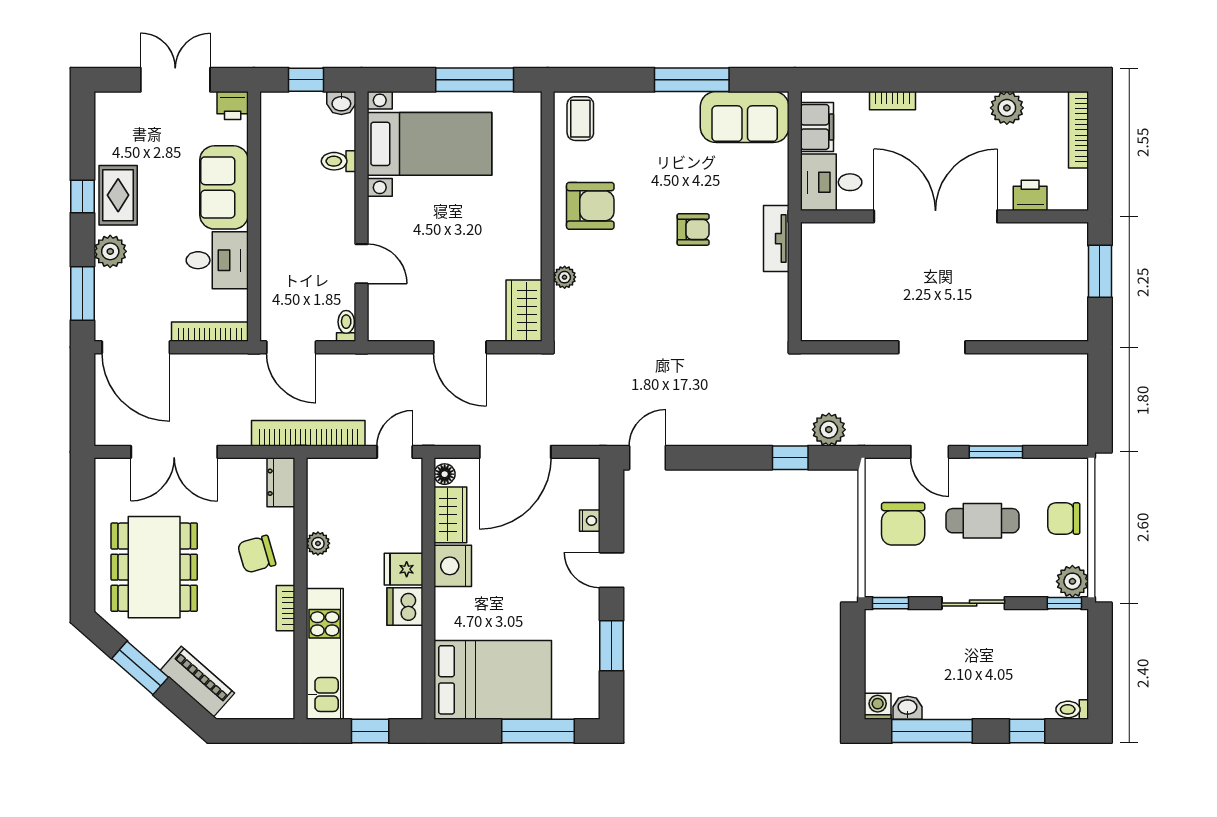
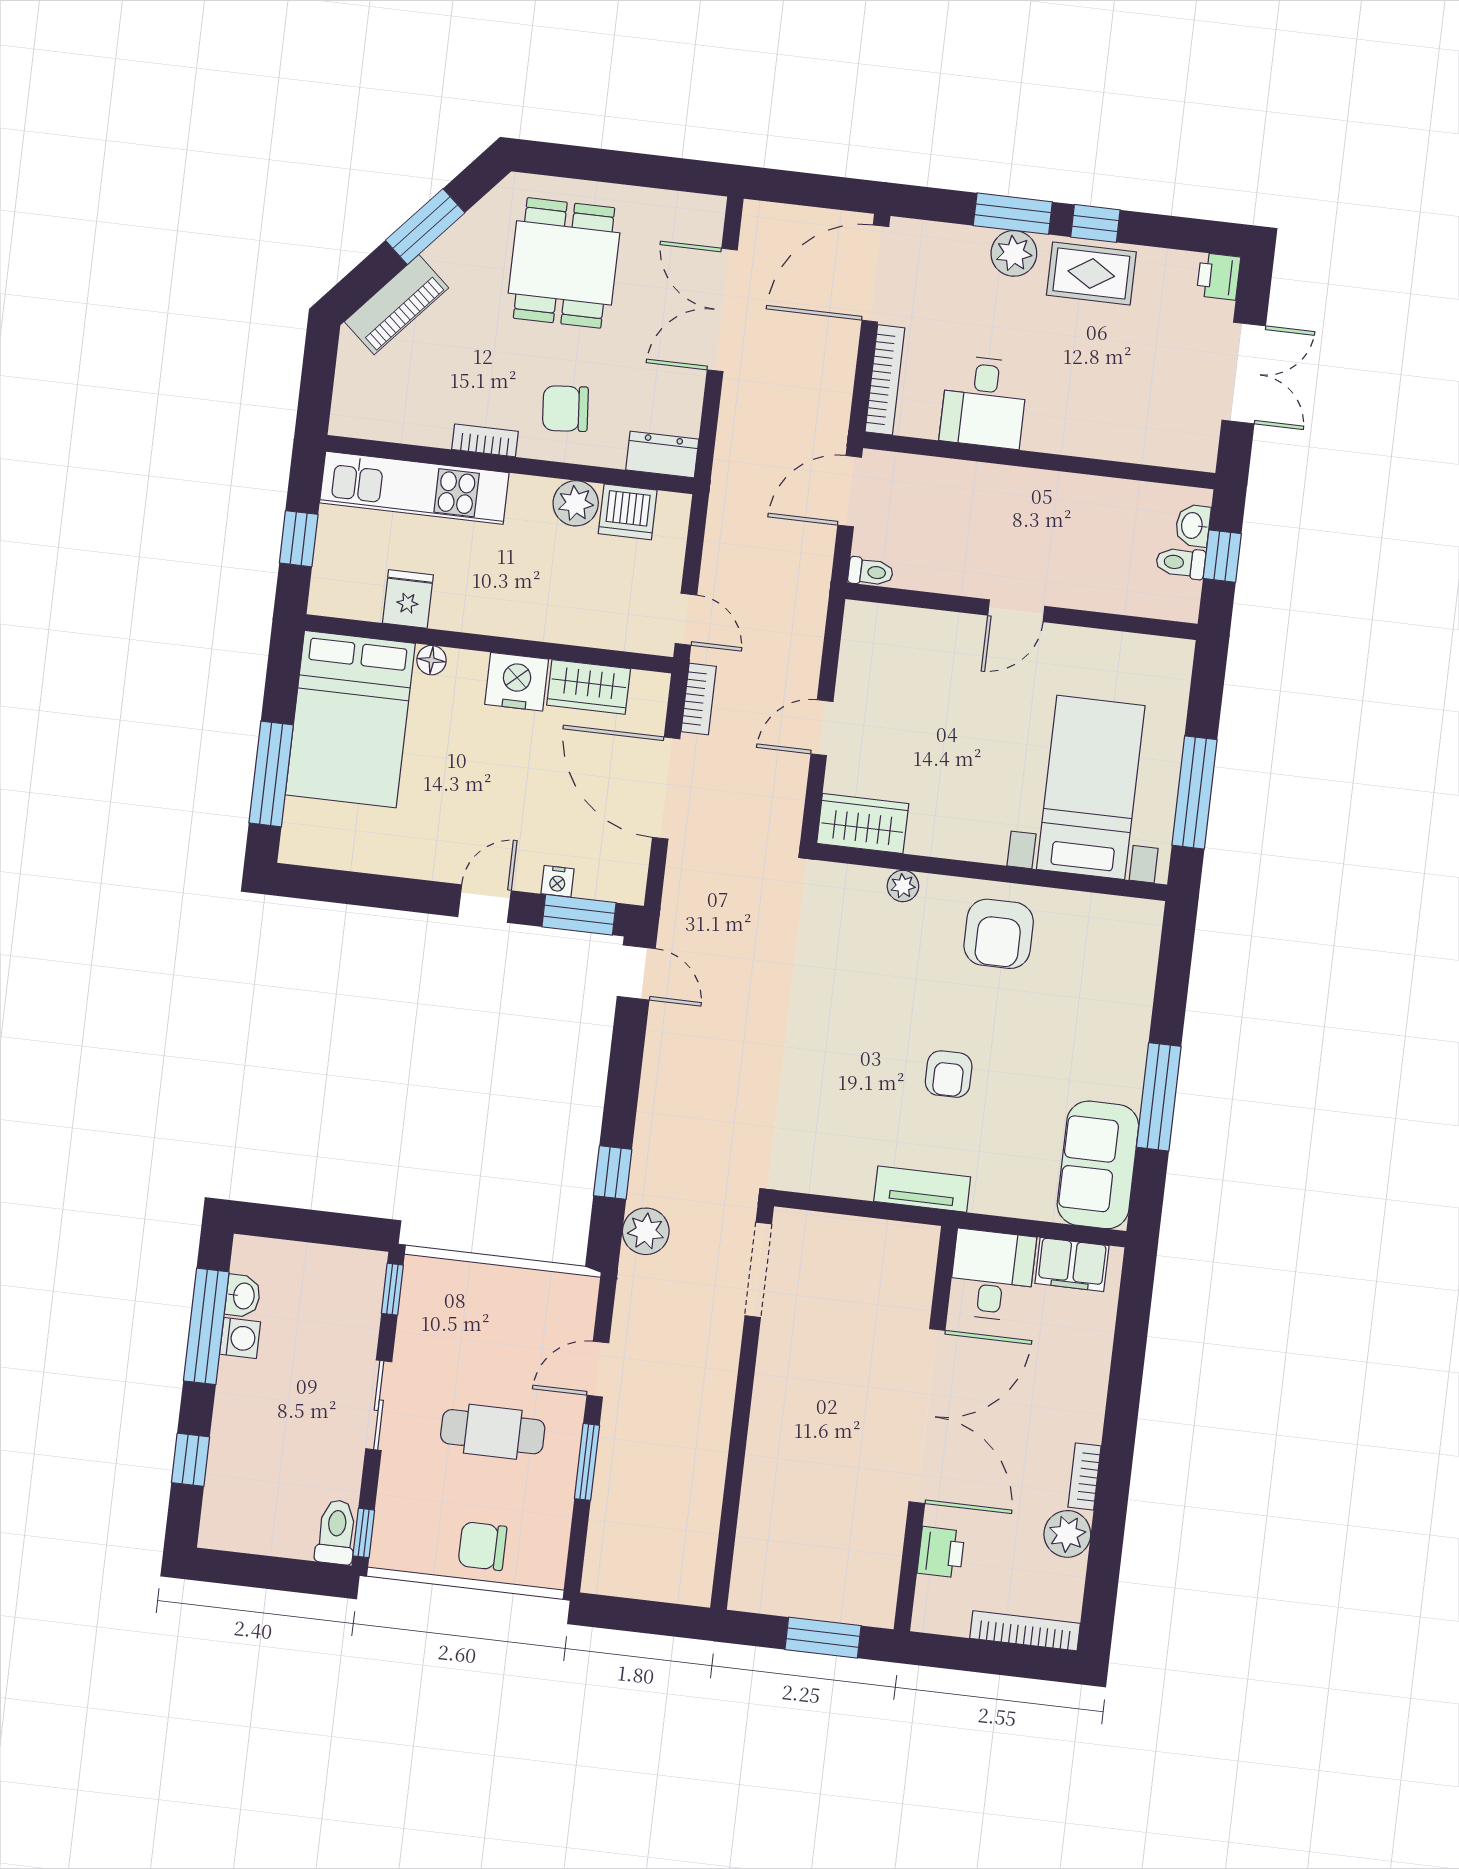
bookcase: (892, 101) -> (1085, 1477), moved
washbasin: (341, 103) -> (1193, 526), moved
printer: (233, 105) -> (1219, 276), moved
coffee table: (580, 119) -> (1123, 934), removed
bed with nightstands: (429, 144) -> (1091, 787), moved, turned 180
toilet: (339, 161) -> (1181, 563), moved, turned -90
sofa: (224, 187) -> (1085, 423), removed
door: (362, 264) -> (1016, 611), moved
window: (82, 293) -> (1013, 214), moved
door: (460, 347) -> (822, 728), width x0.73
doorway: (932, 347) -> (758, 1270), moved
bookcase: (308, 433) -> (699, 699), moved, width x0.43, depth x0.76
floor lamp: (445, 474) -> (432, 660), moved
chair: (1064, 518) -> (482, 1546), turned -90
cafe table: (982, 521) -> (493, 1432), turned 90
chair: (903, 524) -> (502, 1320), removed
plant: (318, 543) -> (576, 503), width x1.38, depth x1.38
chair: (257, 554) -> (565, 409), turned -79
dining table: (154, 567) -> (564, 263), width x0.73
fridge: (403, 569) -> (408, 599), moved
plant: (1072, 581) -> (393, 1548), removed
dishwasher: (405, 607) -> (628, 512), moved, turned 180
window: (612, 646) -> (579, 915), moved
washing machine: (878, 706) -> (240, 1338), moved
toilet: (1072, 709) -> (336, 1532), moved, width x1.37, depth x1.39

